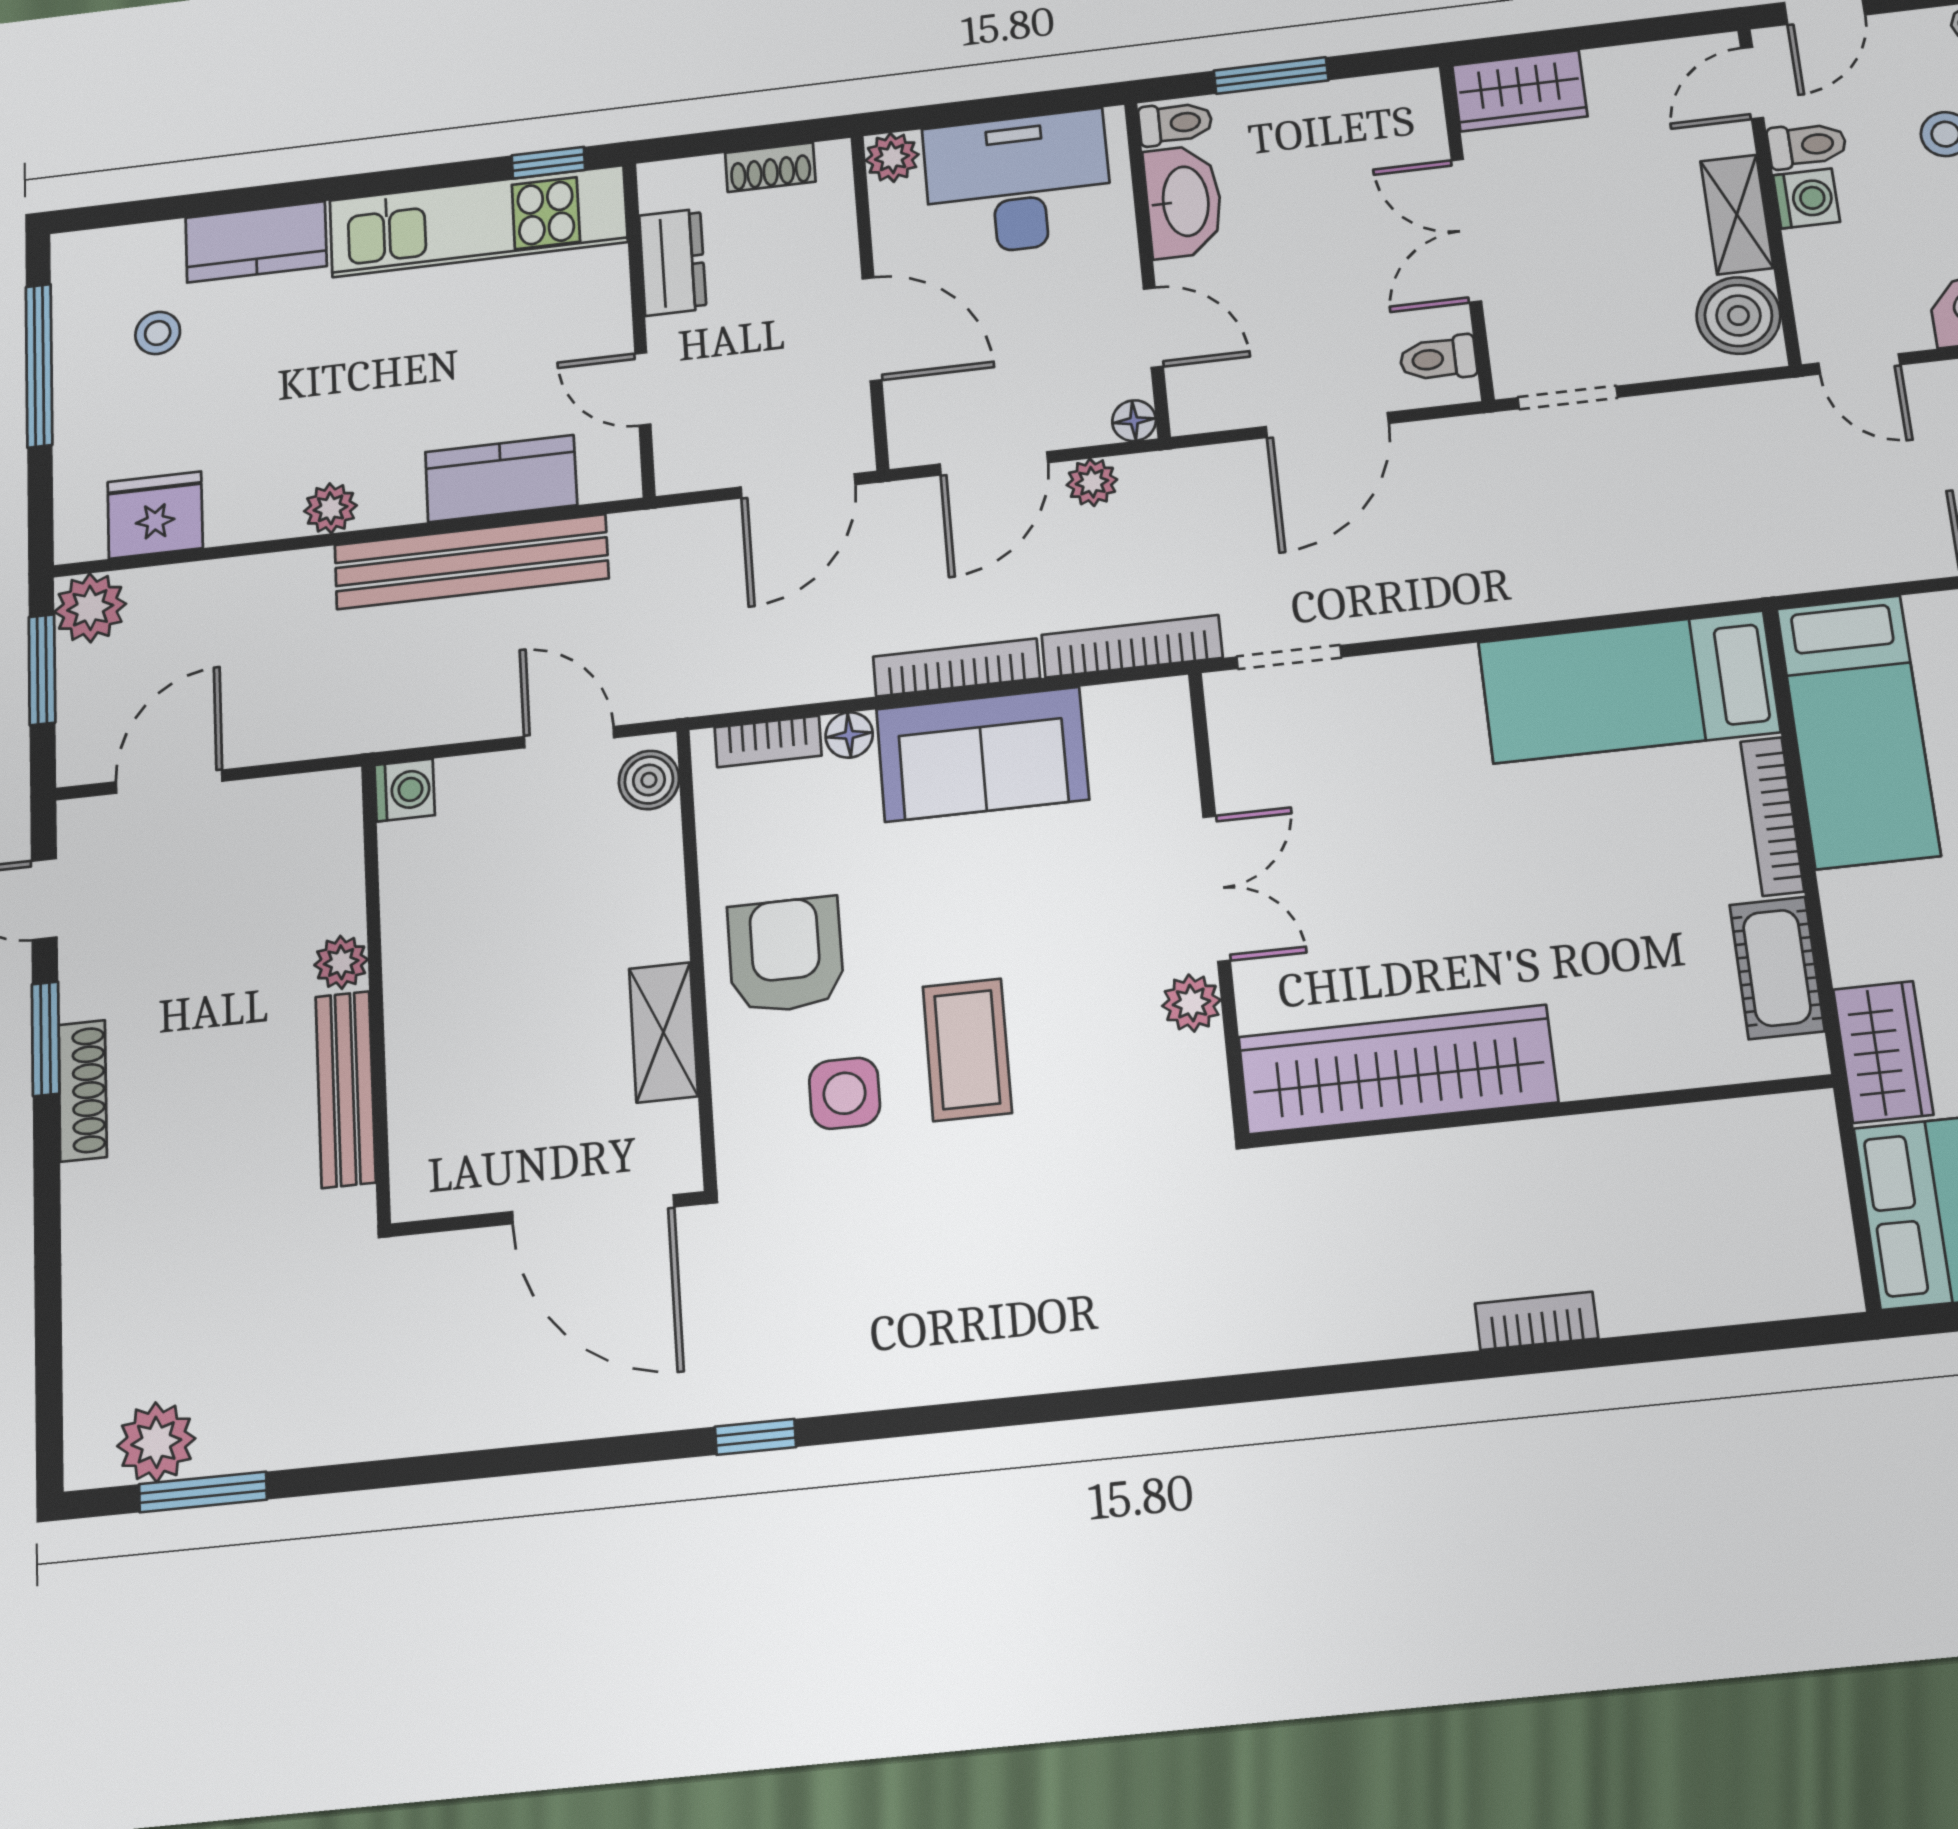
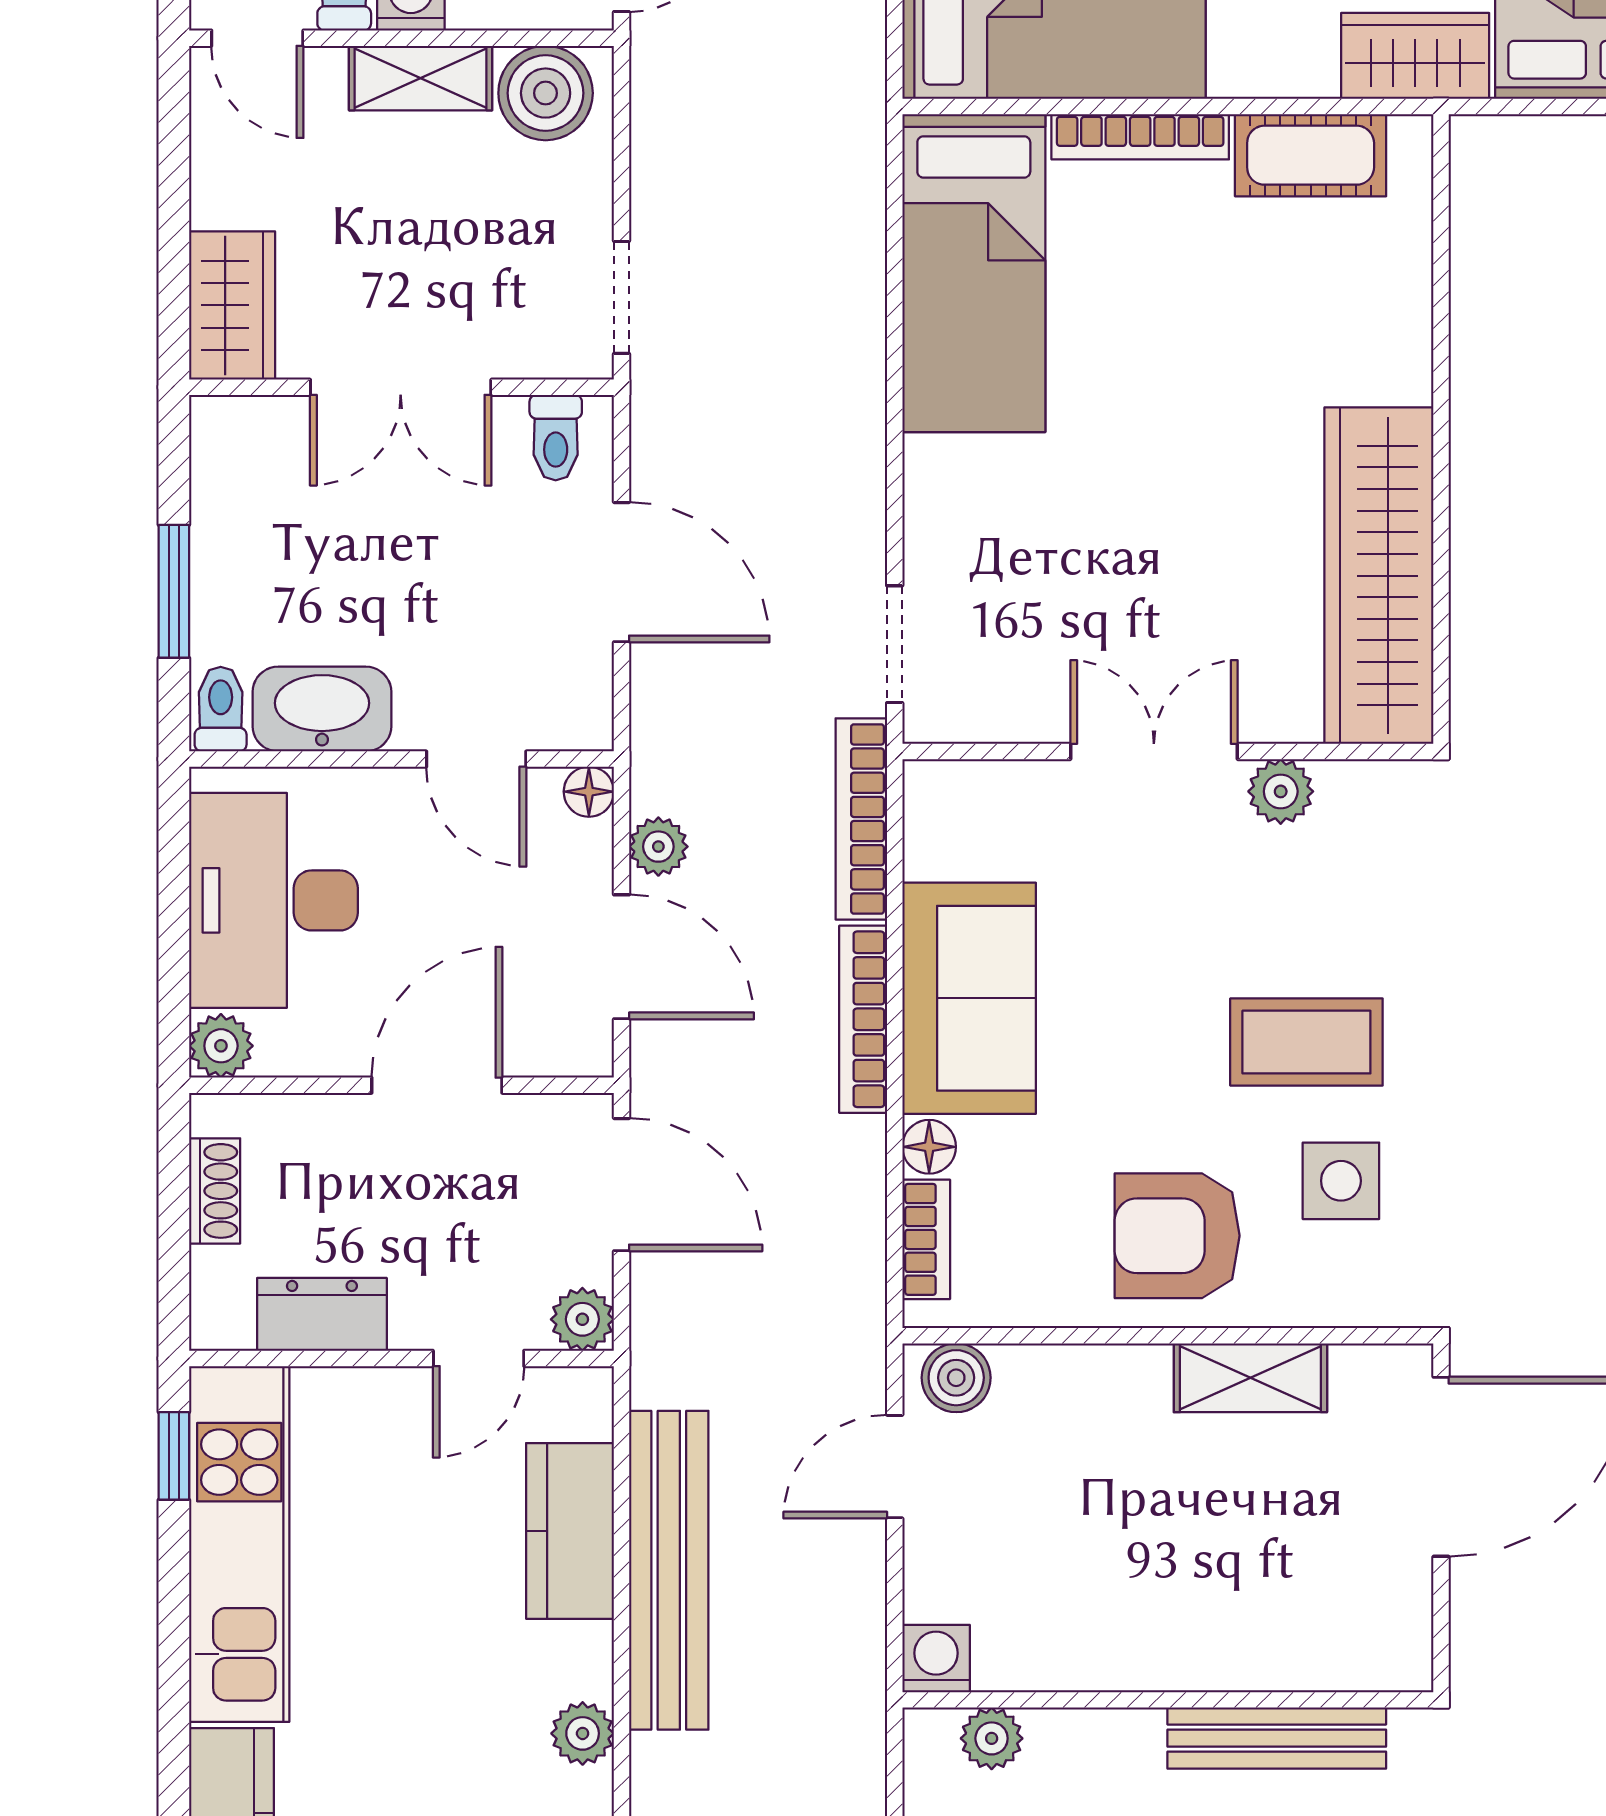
door: (1153, 328) -> (476, 759), swing flipped
plant: (681, 468) -> (582, 1319), added
plant: (341, 962) -> (992, 1738), moved

